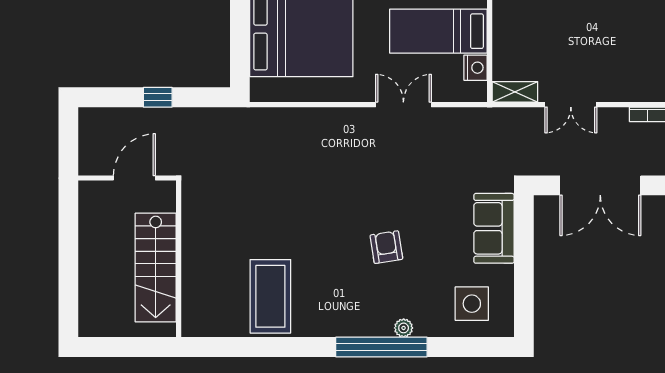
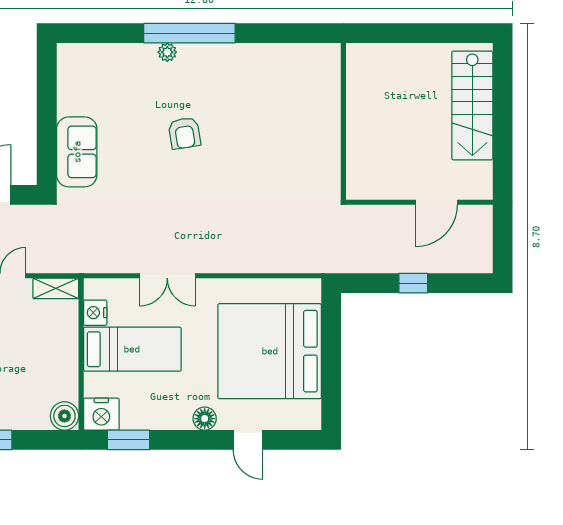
wall: (179, 259) -> (343, 121), moved
stairs: (156, 268) -> (472, 106), moved, turned 180
coffee table: (270, 296) -> (300, 84), removed
side table: (472, 304) -> (99, 77), removed

